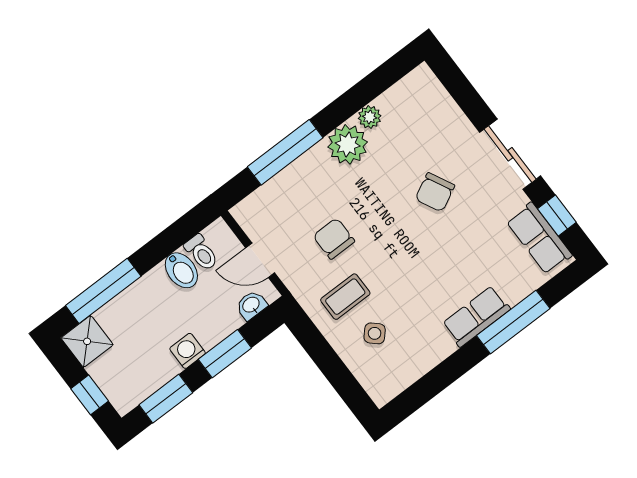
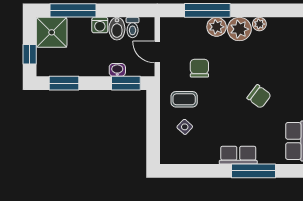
plant: (314, 165) -> (217, 27), added
chair: (435, 192) -> (259, 97), moved, turned -116
washbasin: (251, 305) -> (117, 70), moved
shower: (87, 341) -> (52, 32), width x1.36, depth x1.36
washing machine: (188, 351) -> (100, 25), moved, turned 180
window: (225, 354) -> (126, 83), moved

